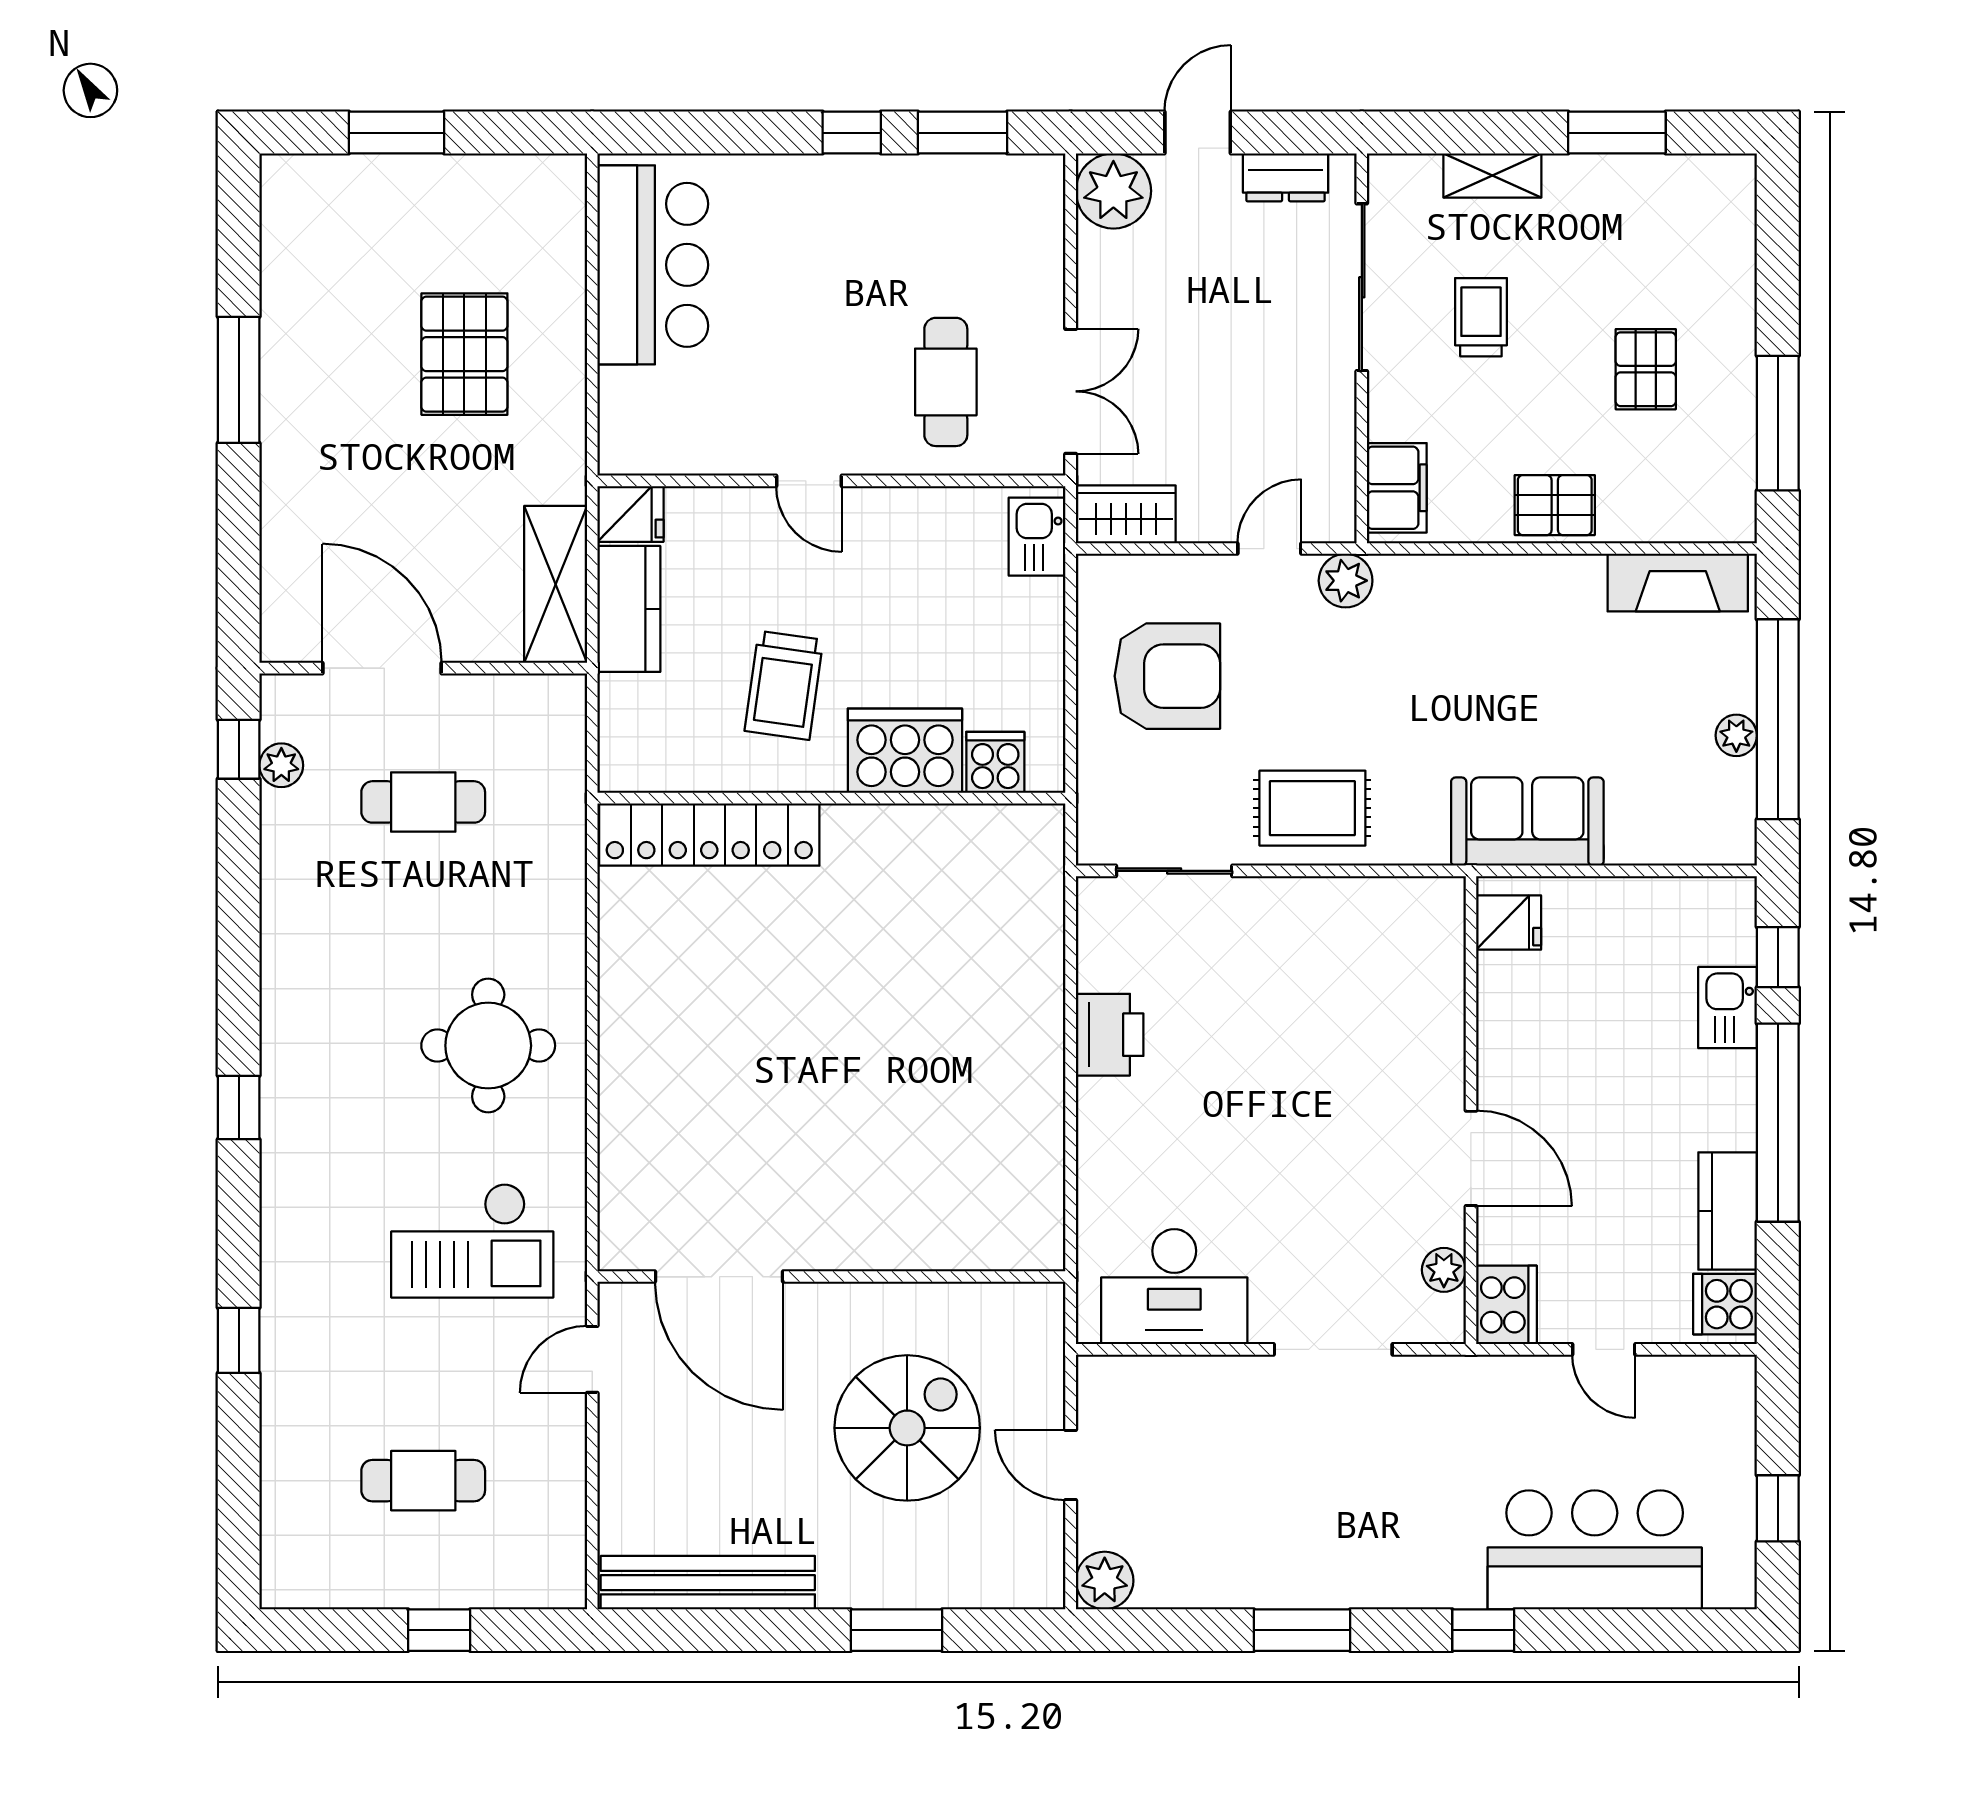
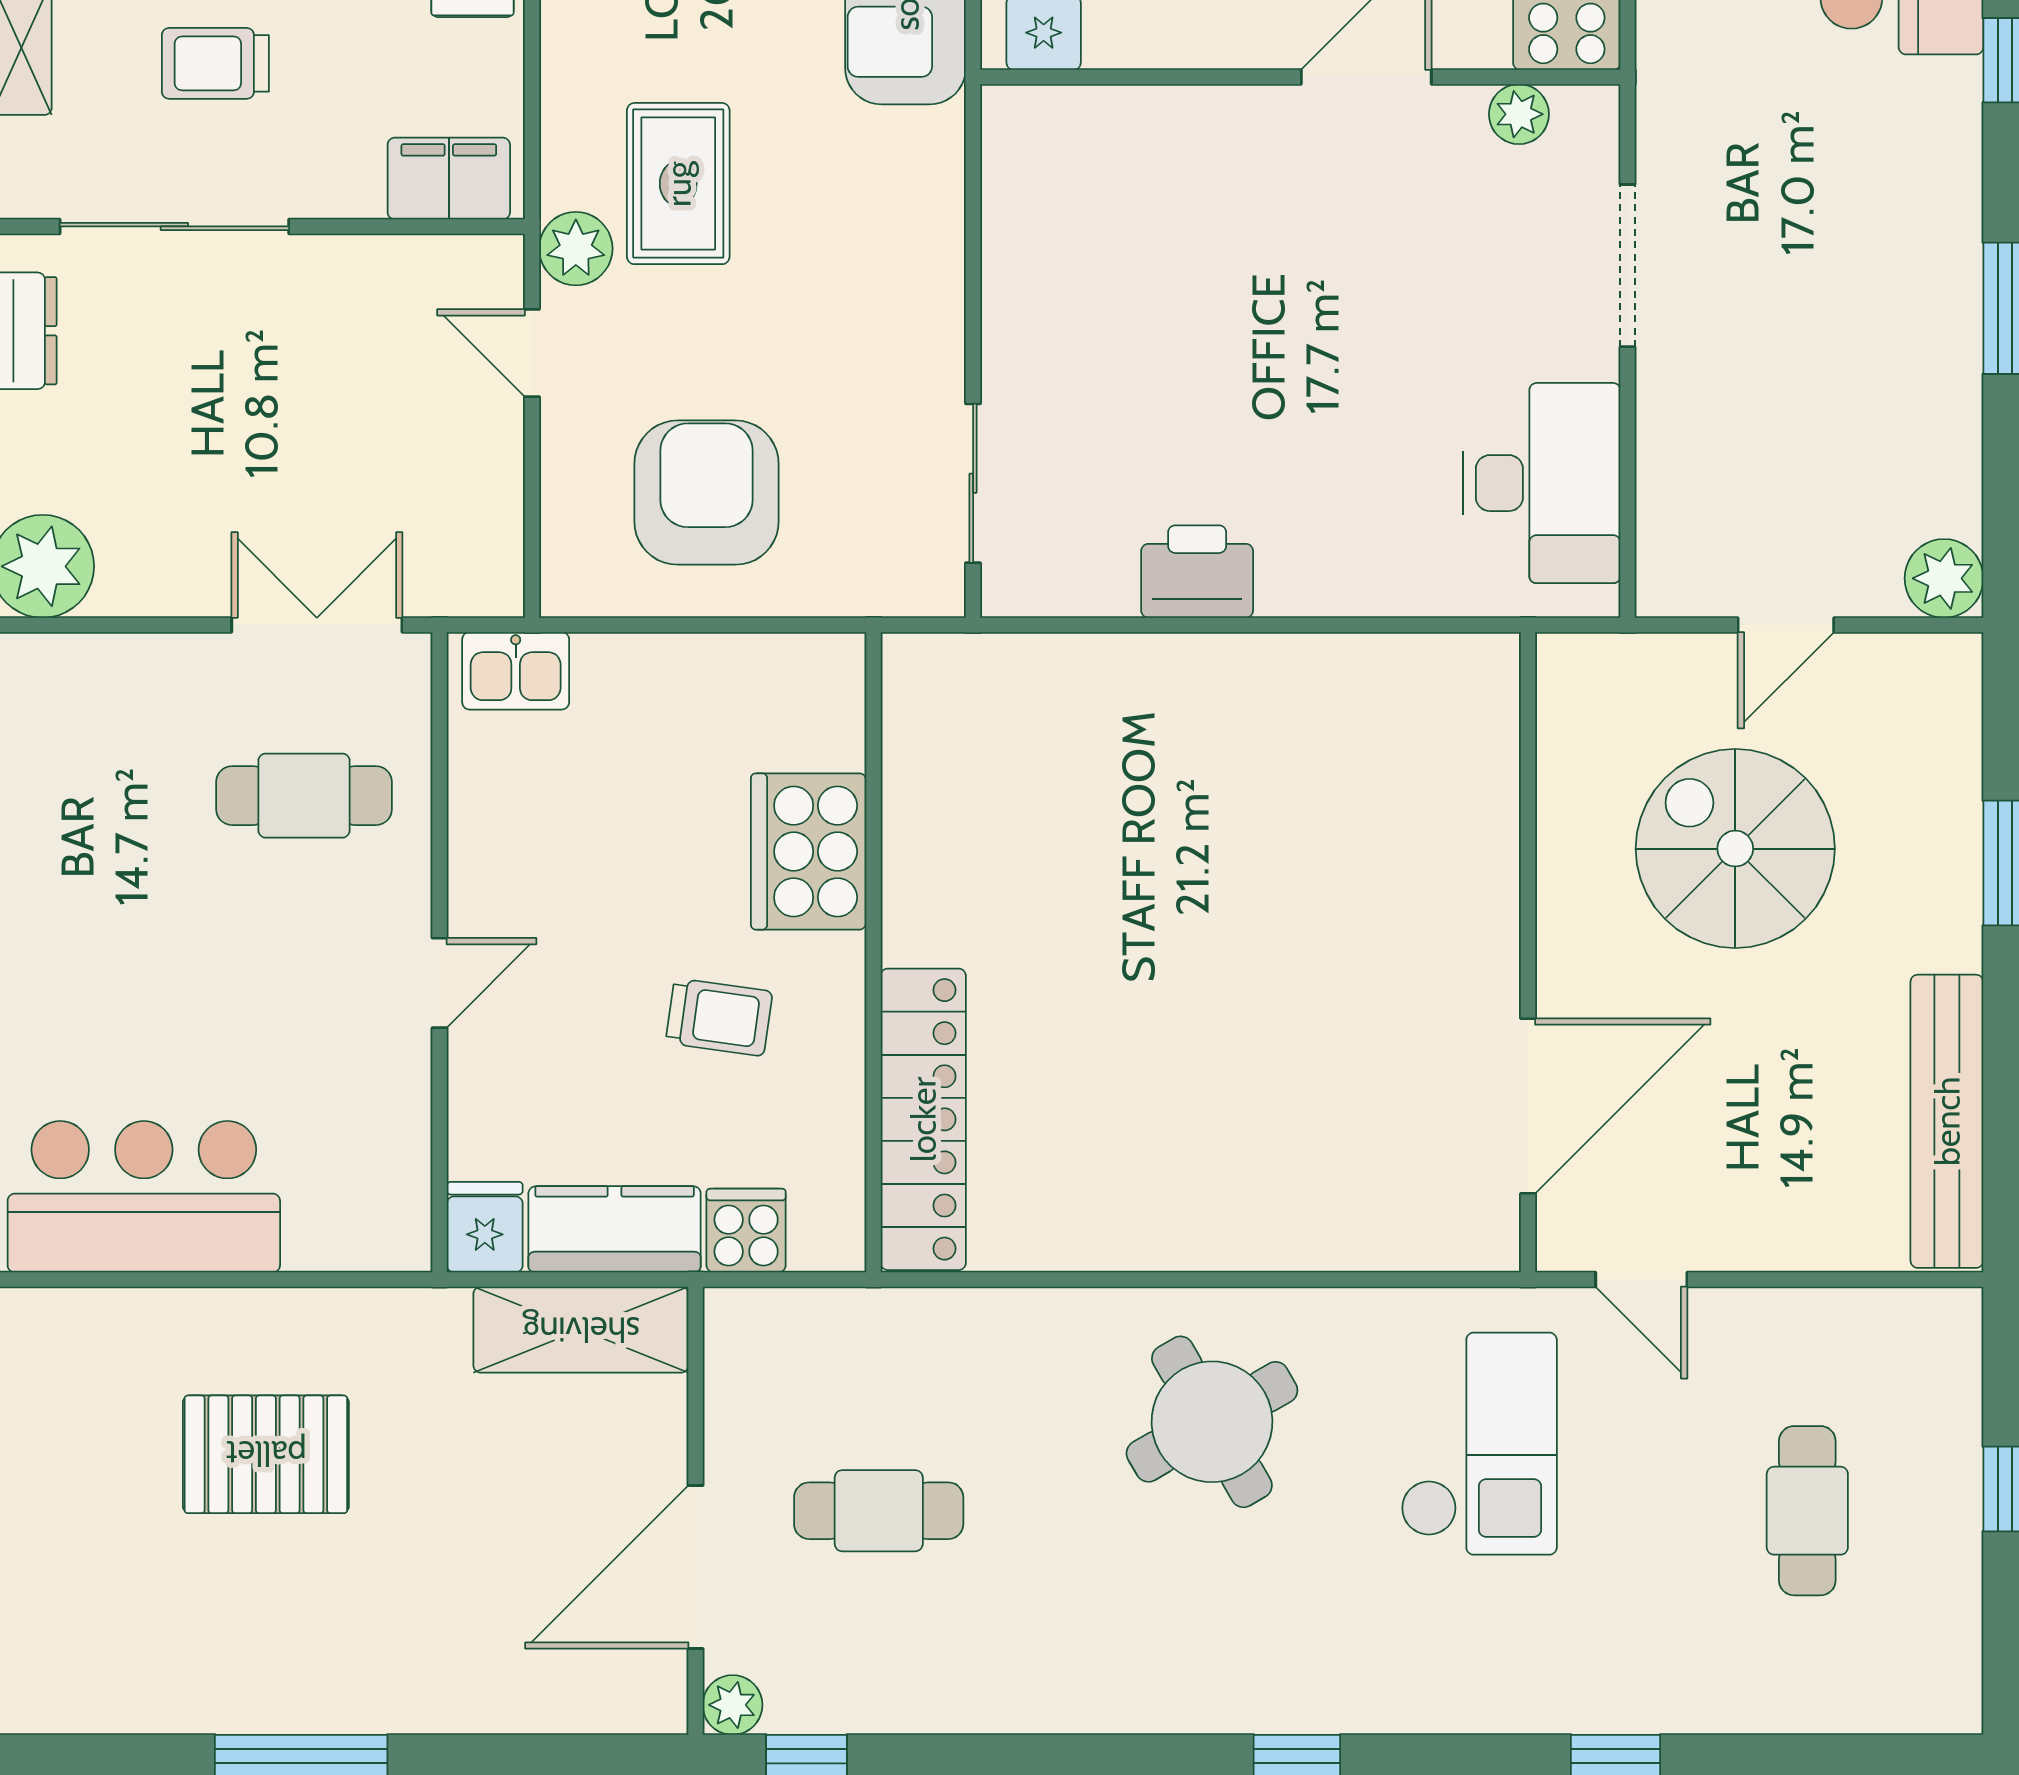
wardrobe: (1126, 514) -> (485, 549), removed
trolley: (784, 685) -> (719, 1017), width x0.73, depth x0.72
cooker: (995, 762) -> (746, 1231), moved, turned 90
plant: (281, 765) -> (733, 1705), moved
cafe table: (423, 802) -> (879, 1511), turned 90
rug: (1312, 808) -> (678, 184), moved
round table: (488, 1046) -> (1212, 1422), turned -30

